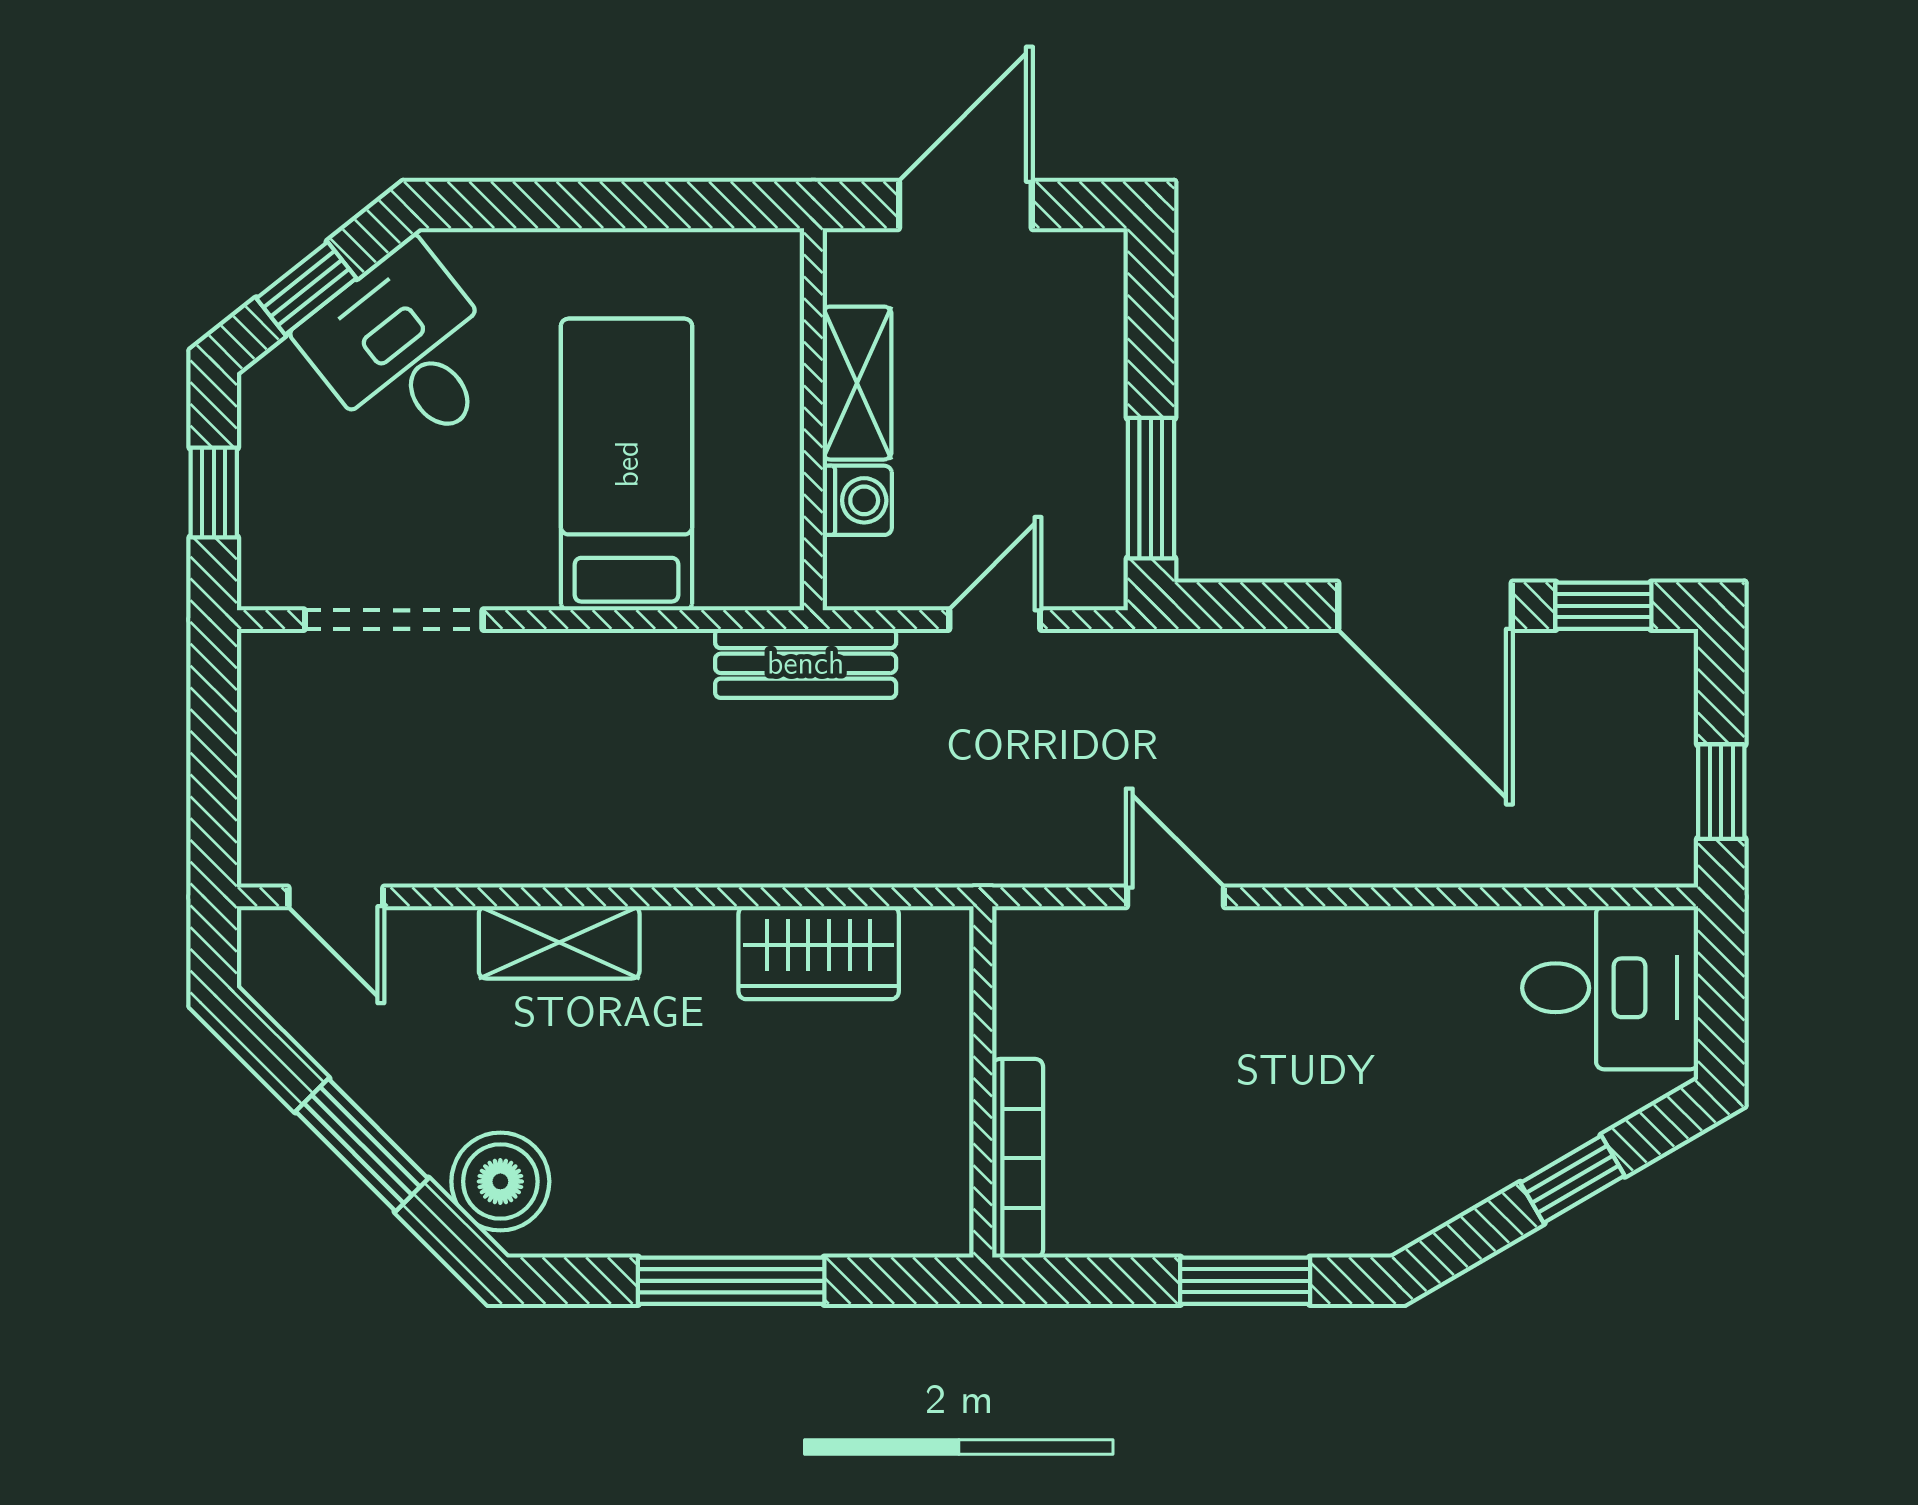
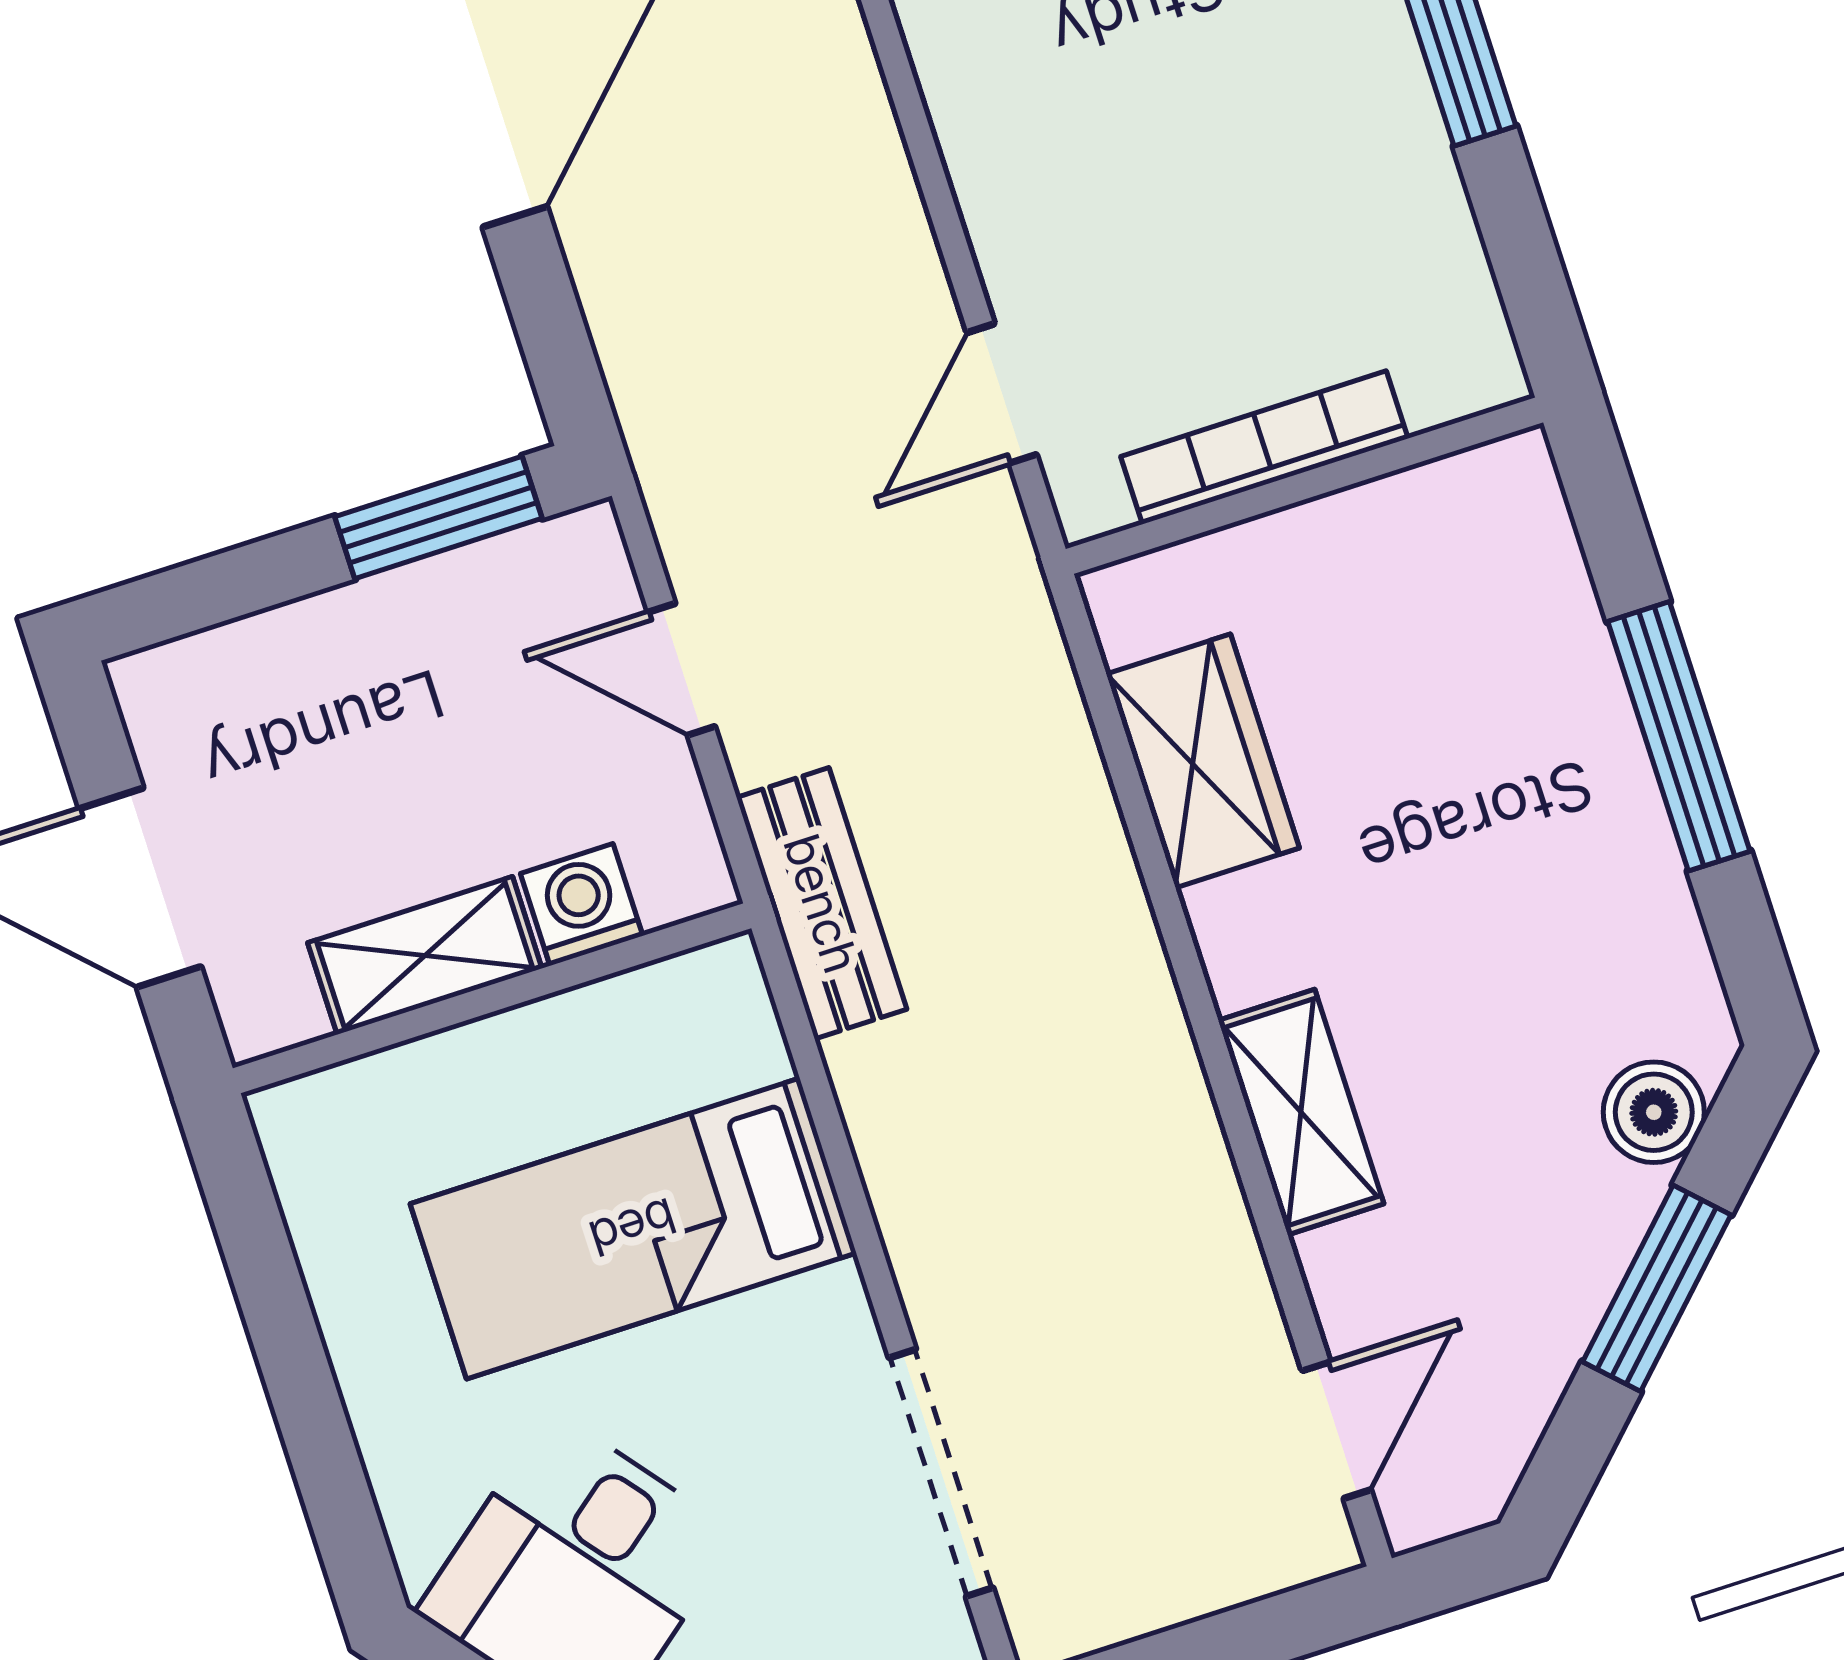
door: (1175, 897) -> (1002, 393), moved
bookcase: (1018, 1158) -> (1264, 447), moved
boiler: (500, 1181) -> (1654, 1112), width x0.73, depth x0.73

